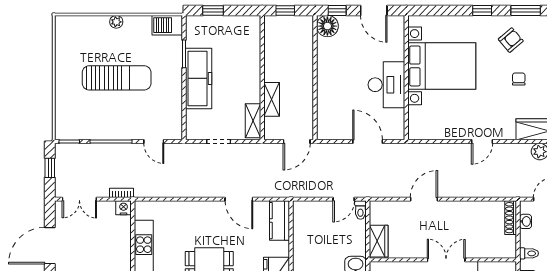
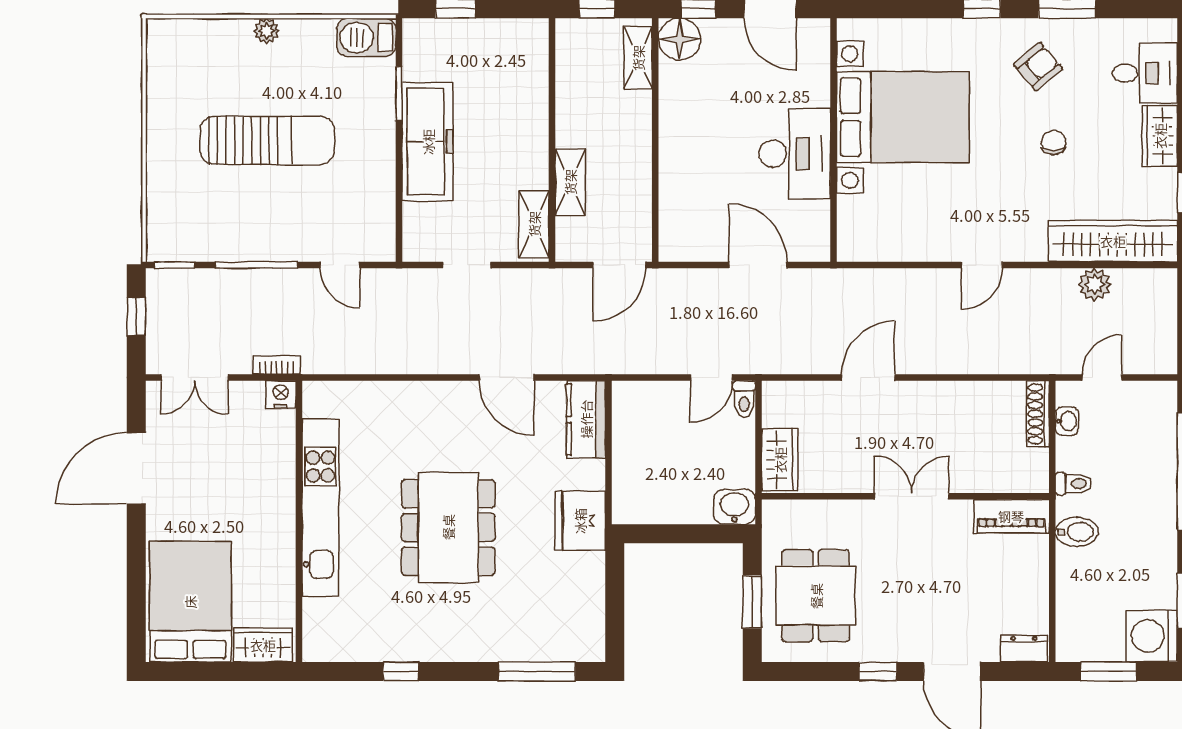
shelving: (306, 36) -> (638, 58), added

